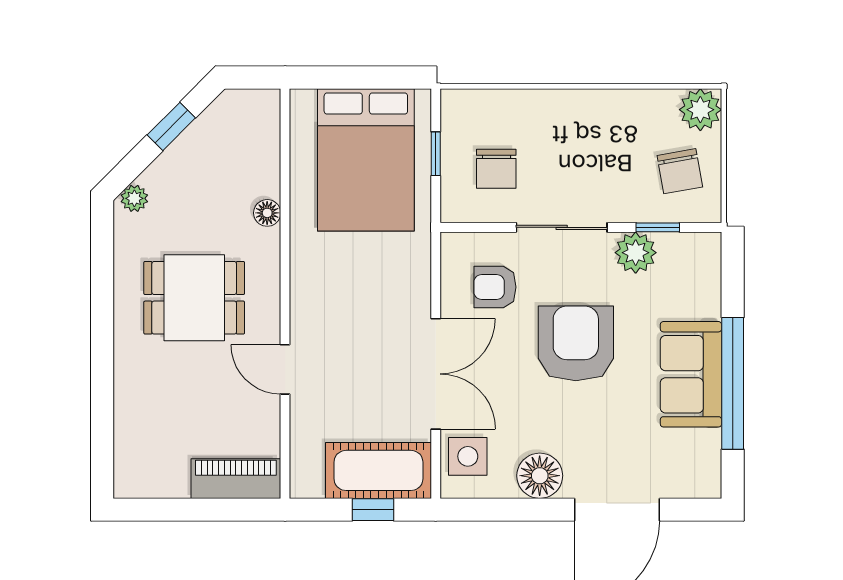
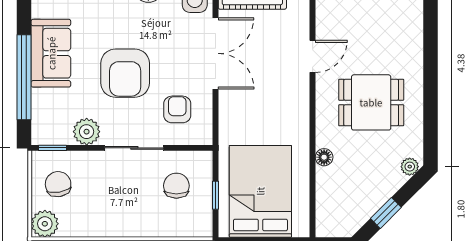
window: (658, 227) -> (52, 148), moved
armchair: (495, 287) -> (177, 109), turned -90
door: (285, 369) -> (313, 56), hinge flipped
double door: (436, 374) -> (215, 53), swing flipped
window: (733, 383) -> (24, 77), moved

